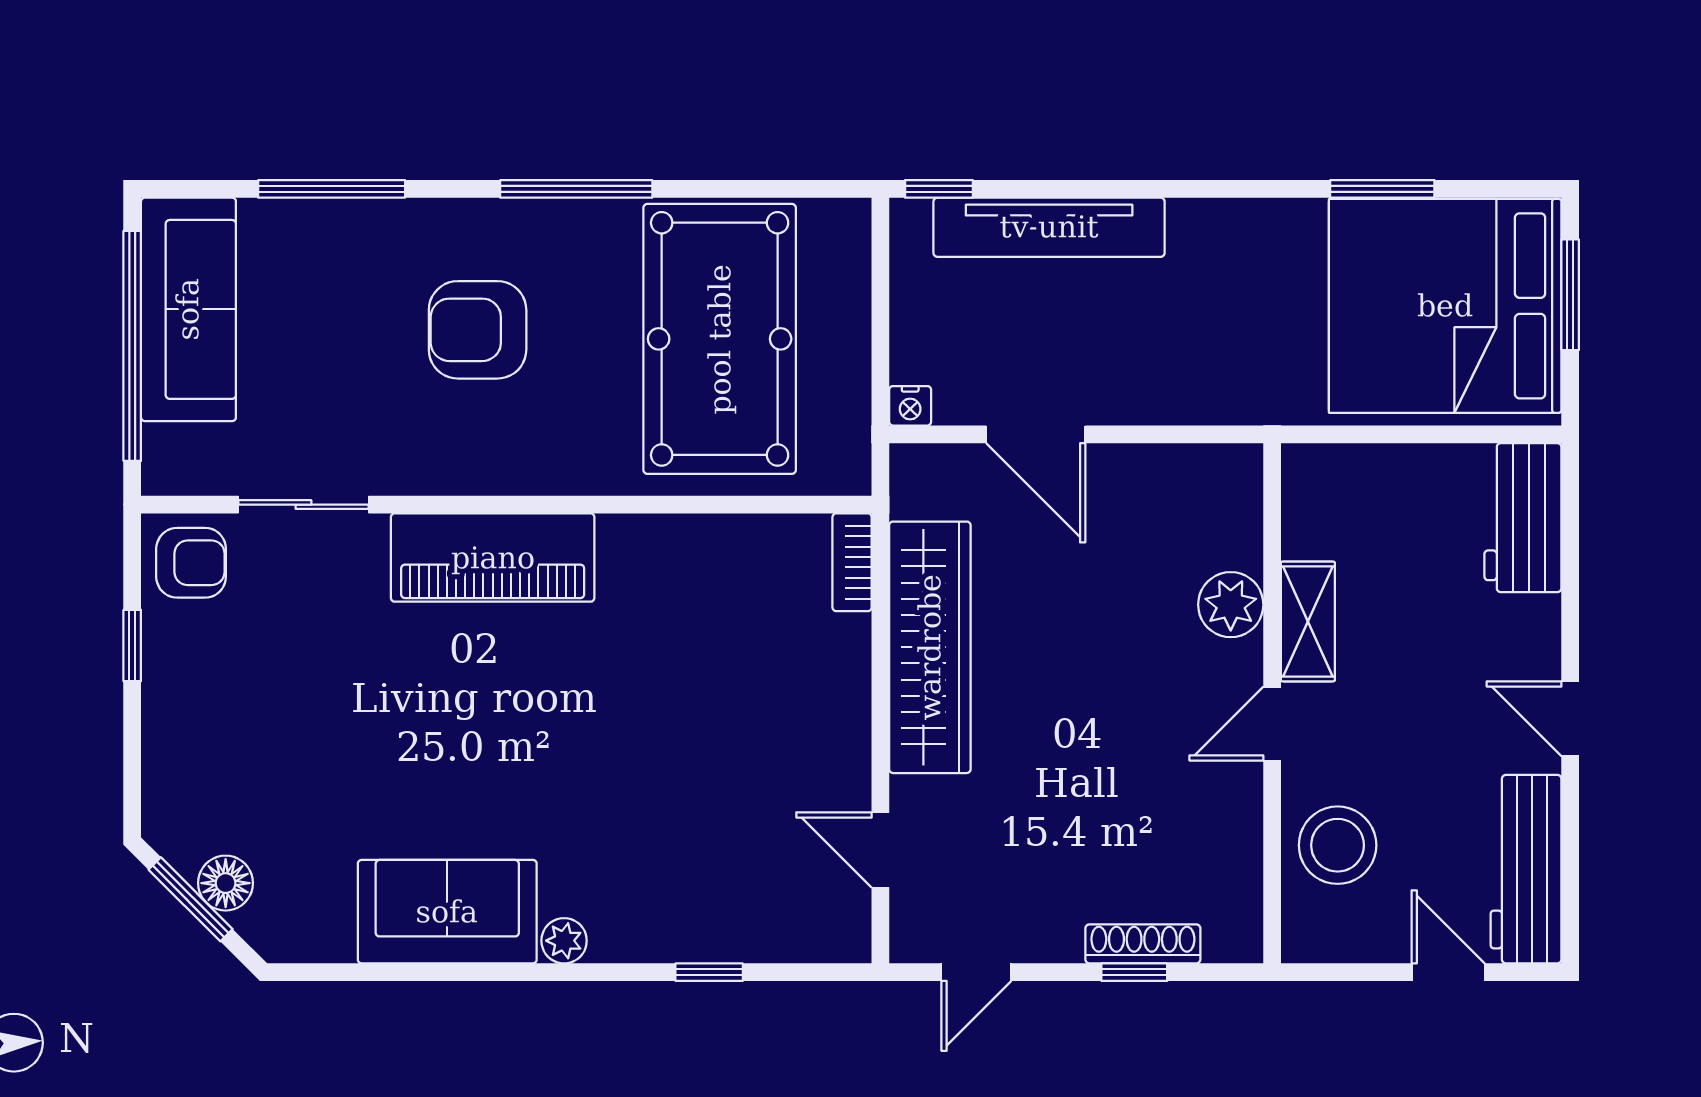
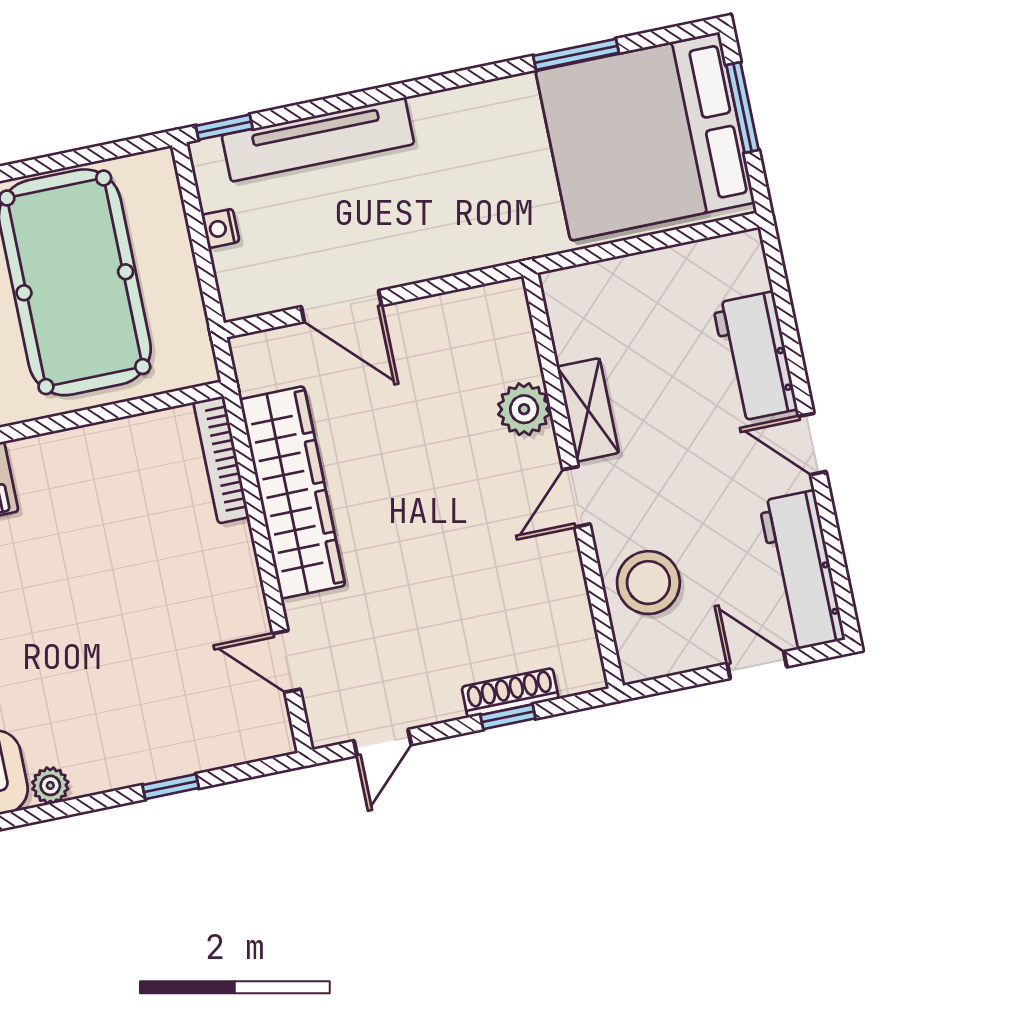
nightstand: (910, 406) -> (220, 228), moved, turned 90
workbench: (1523, 518) -> (755, 356), moved
bookcase: (852, 562) -> (221, 460), width x1.56

